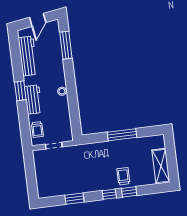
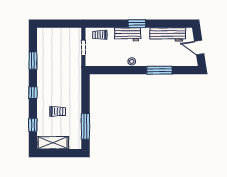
window: (66, 45) -> (159, 70), moved
window: (122, 135) -> (85, 126), moved
trolley: (123, 176) -> (58, 111), moved
window: (129, 192) -> (33, 125), moved

